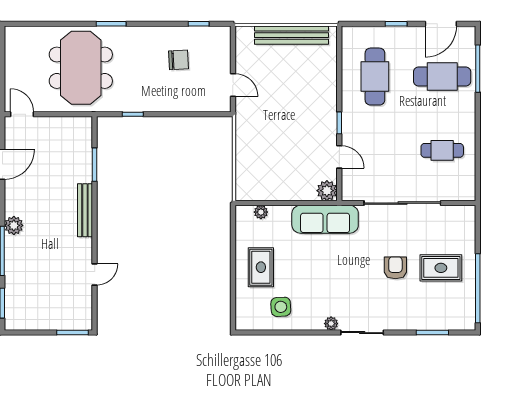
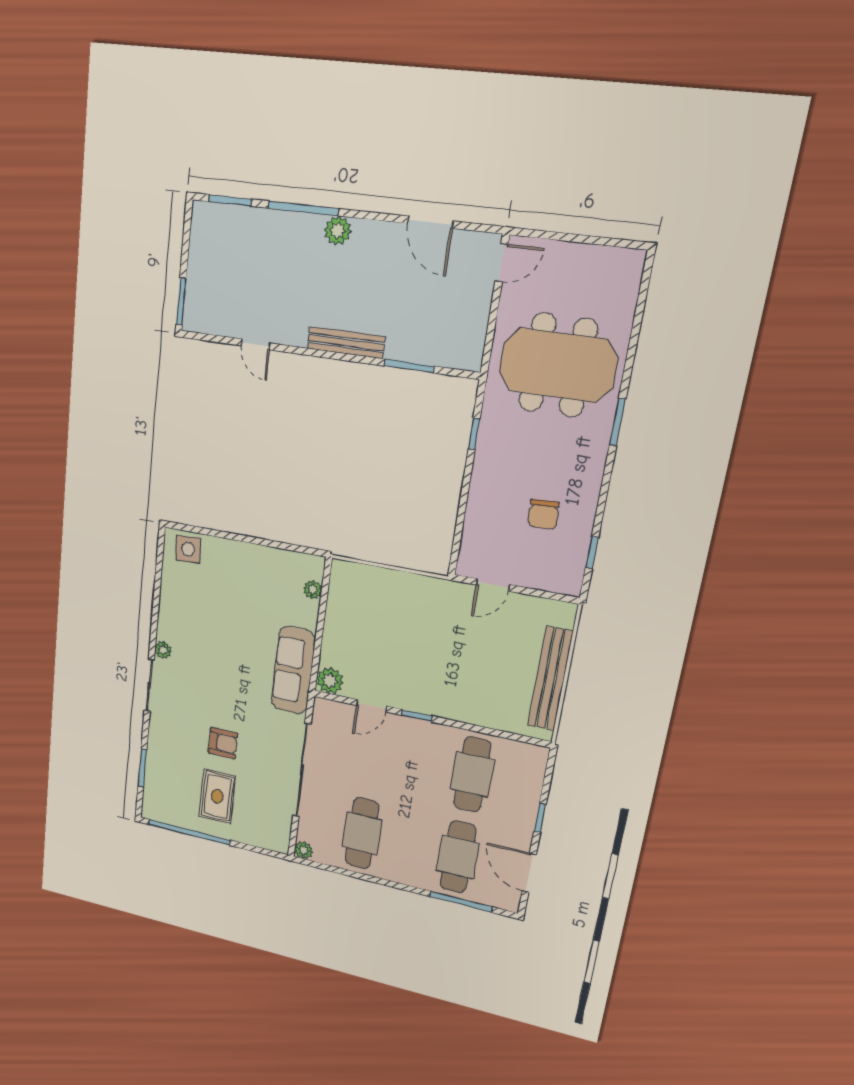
cafe table: (375, 77) -> (472, 775), turned 90
cafe table: (442, 150) -> (362, 833), width x1.37, depth x1.35
plant: (468, 194) -> (304, 850), added
rug: (261, 267) -> (241, 576), removed
side table: (281, 307) -> (188, 549), moved

